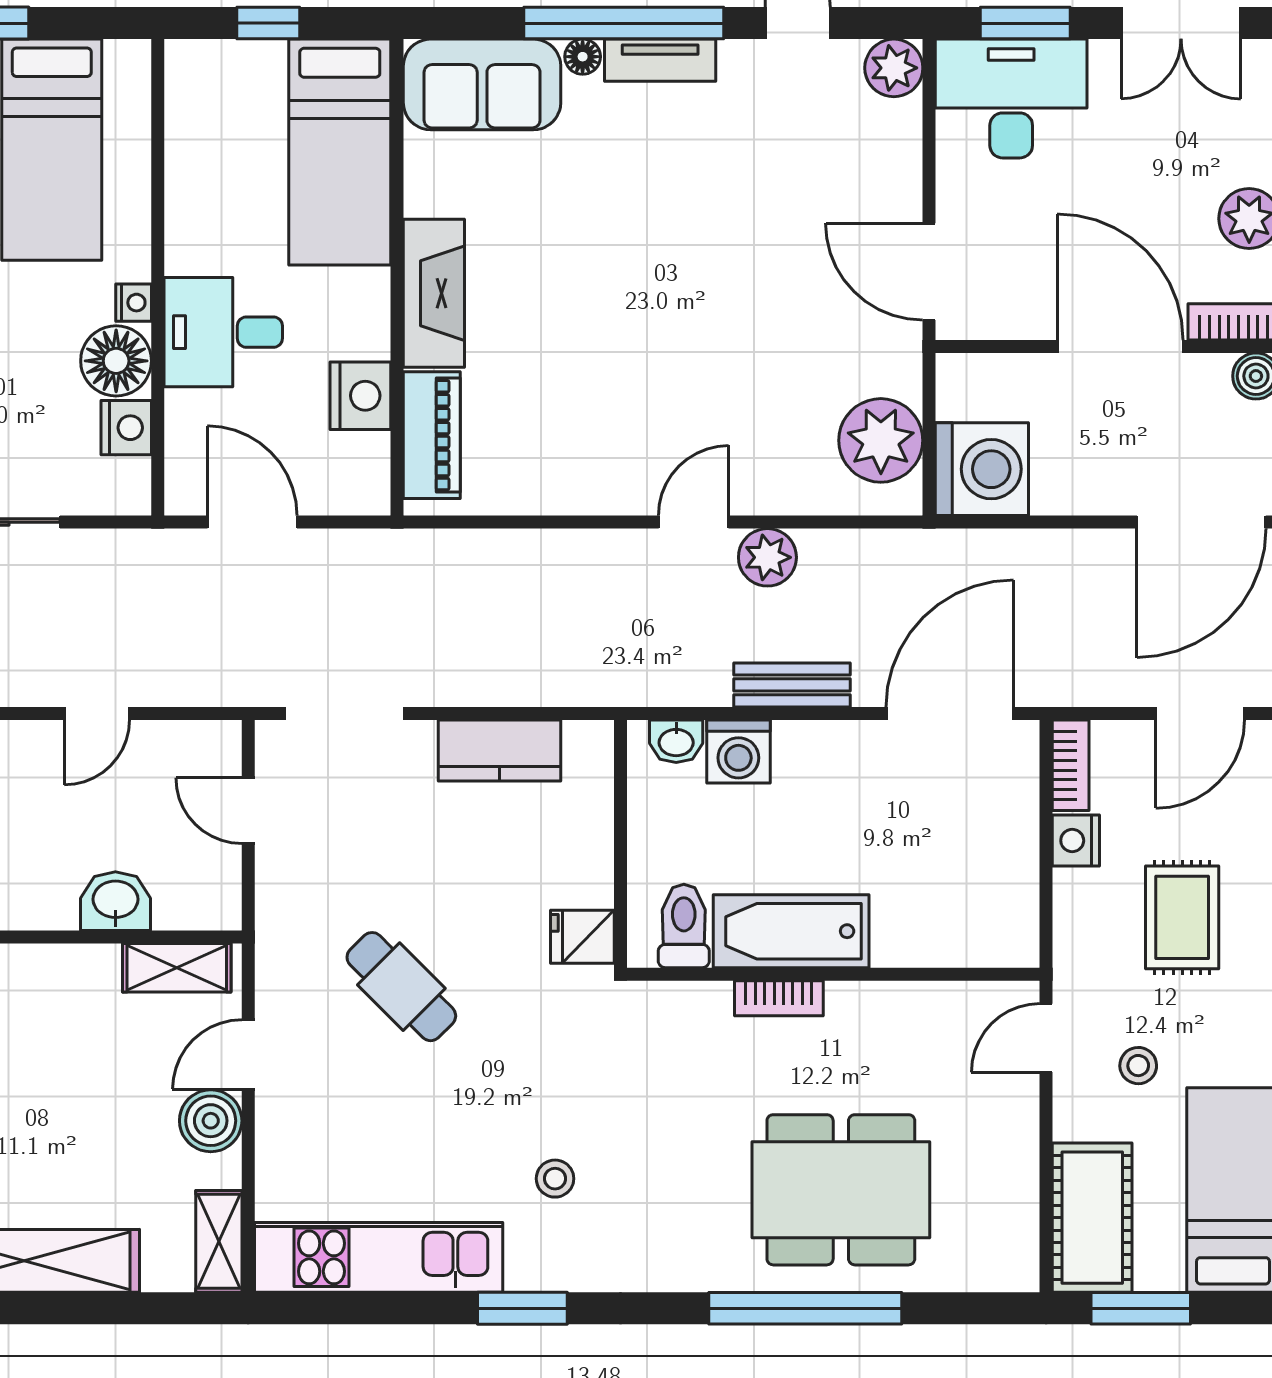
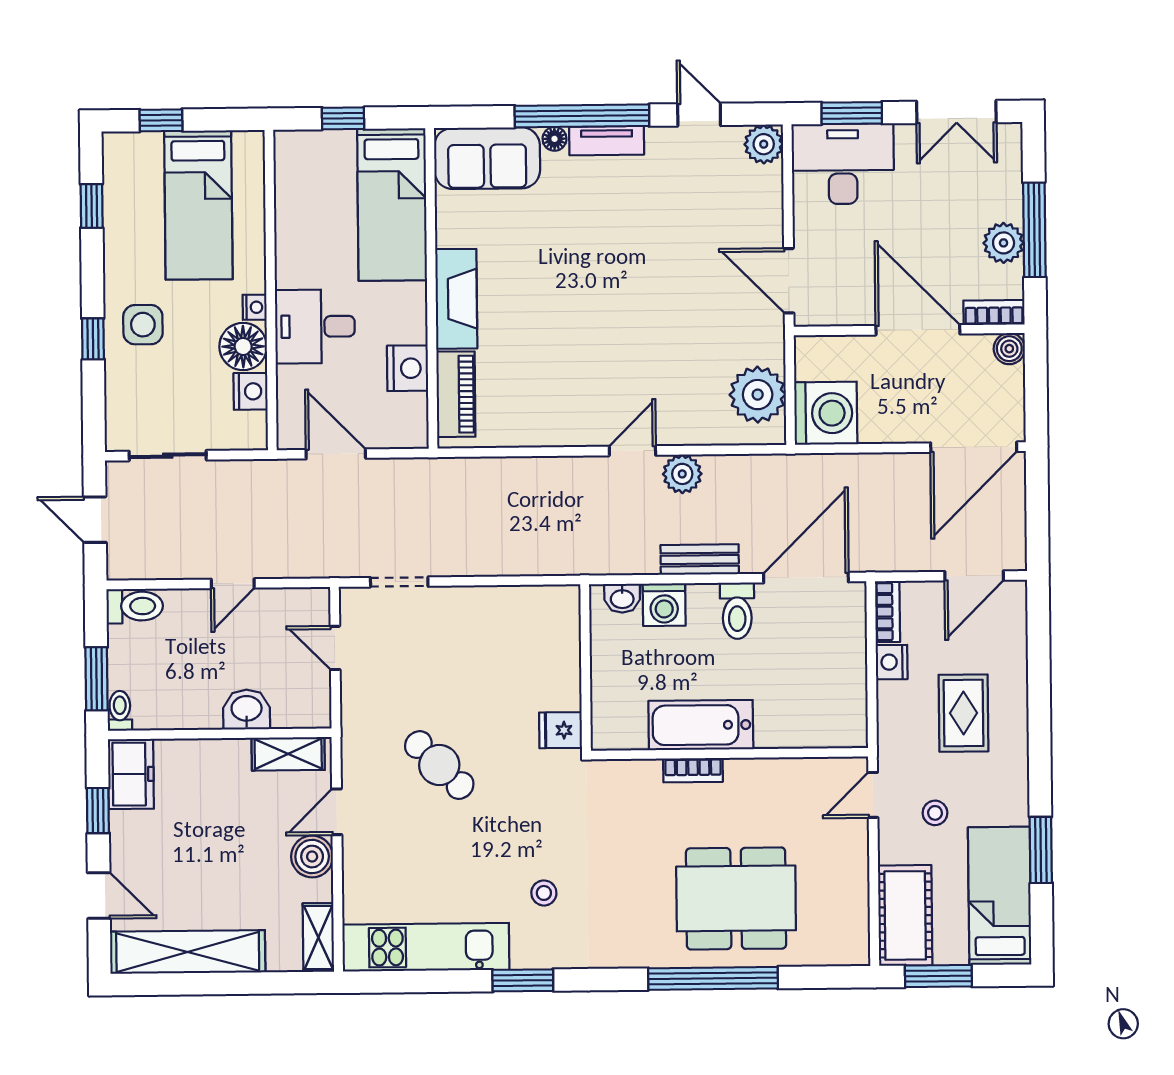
doorway: (345, 714) -> (399, 582), width x0.73
kitchen counter: (500, 750) -> (504, 606), removed
toilet: (684, 926) -> (737, 611), moved, turned 180

